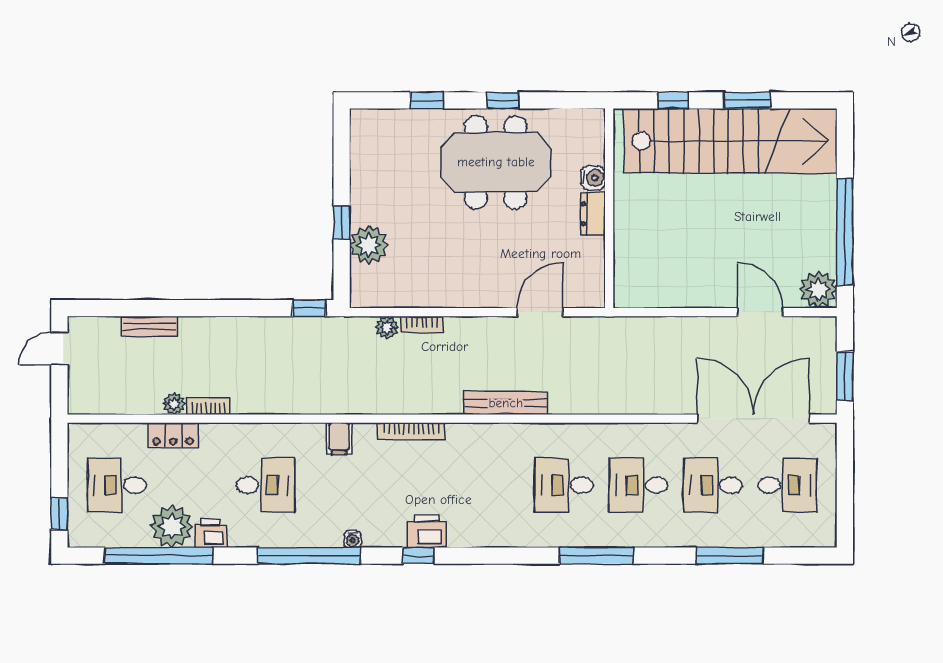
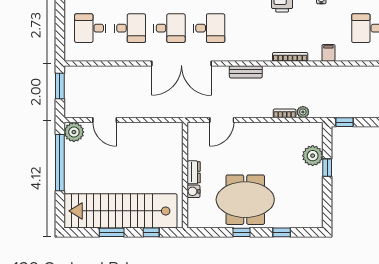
bench: (506, 403) -> (246, 72), width x0.73
double door: (753, 419) -> (181, 63), moved

